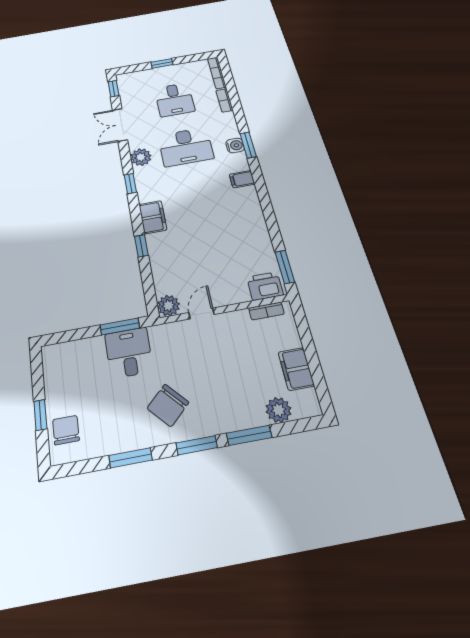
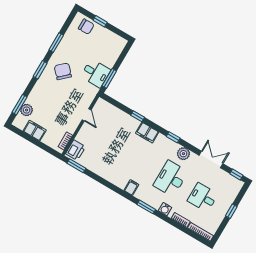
water cooler: (235, 145) -> (165, 209), moved
plant: (168, 306) -> (101, 105), removed
window: (249, 435) -> (20, 105), moved

